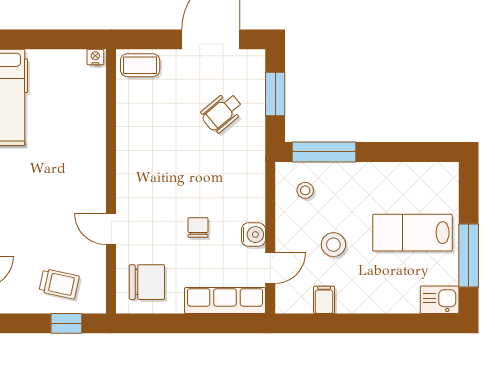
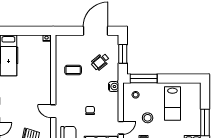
coffee table: (140, 65) -> (73, 70), moved
lab bench: (412, 233) -> (172, 103), moved, turned -90
water cooler: (253, 235) -> (114, 87), moved

